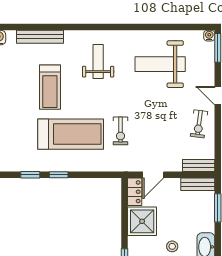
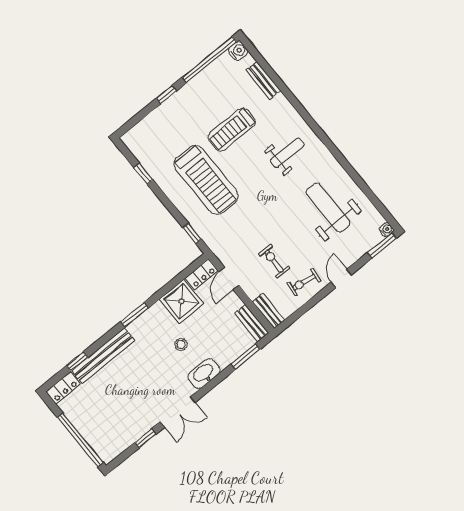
bench: (40, 37) -> (263, 81), width x0.73
exercise bike: (120, 131) -> (274, 261), moved, turned 91
window: (59, 175) -> (192, 233), moved
door: (153, 175) -> (229, 279), hinge flipped

